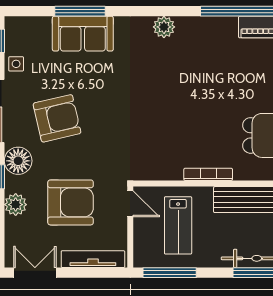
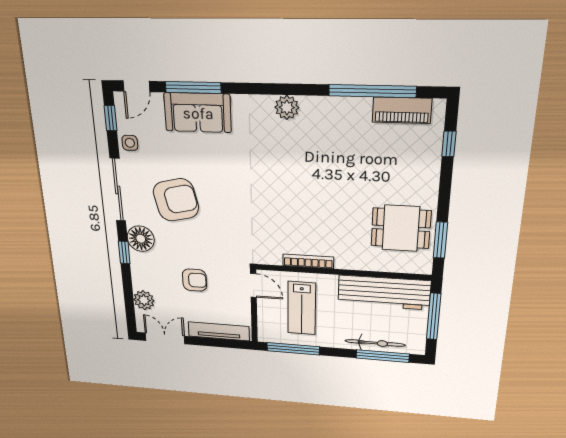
door: (27, 11) -> (136, 86), added
bookcase: (208, 174) -> (308, 261), moved
armchair: (71, 202) -> (194, 280), width x0.53, depth x0.53
plant: (16, 205) -> (144, 300), moved

